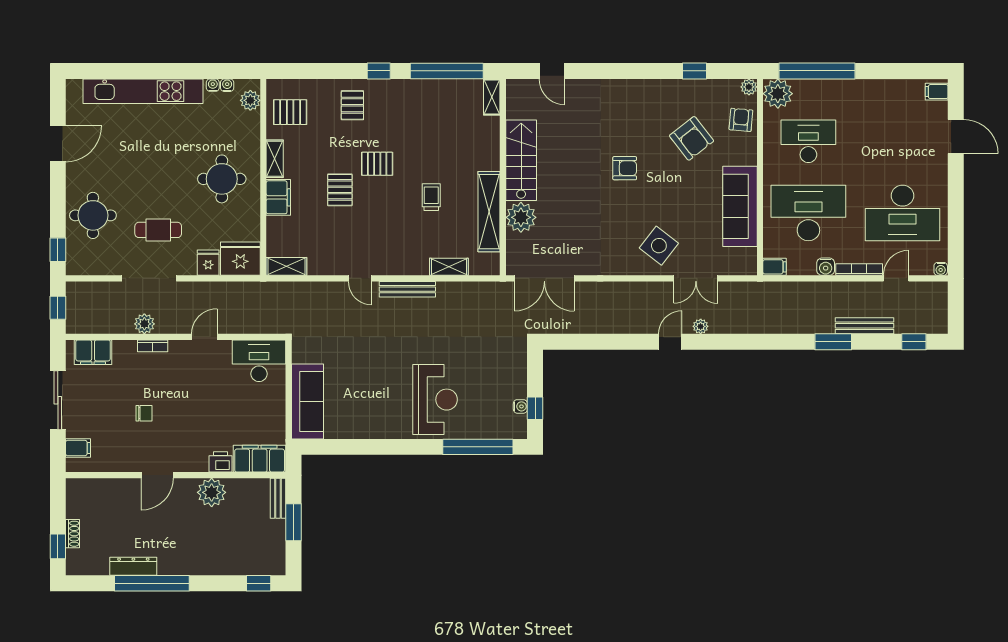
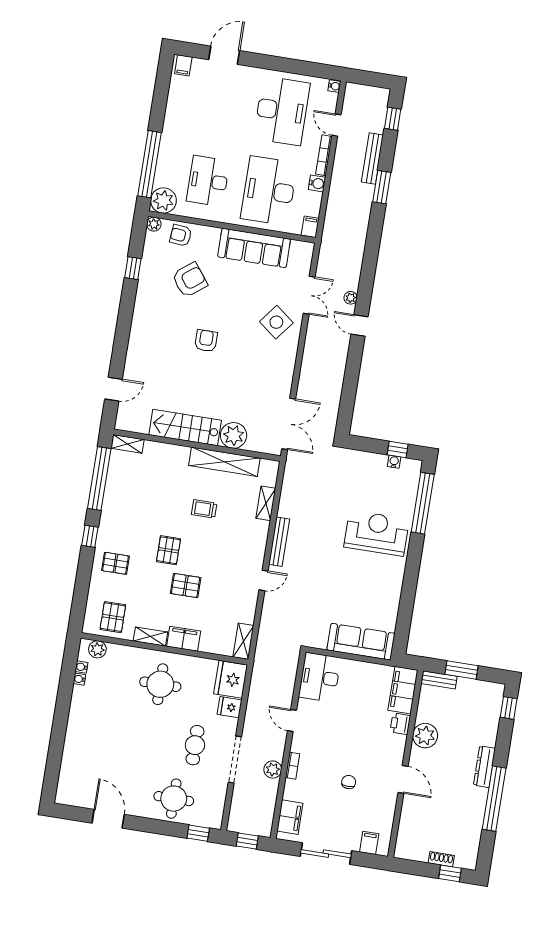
kitchen unit: (143, 91) -> (75, 739), removed
dresser: (133, 566) -> (484, 767), moved

